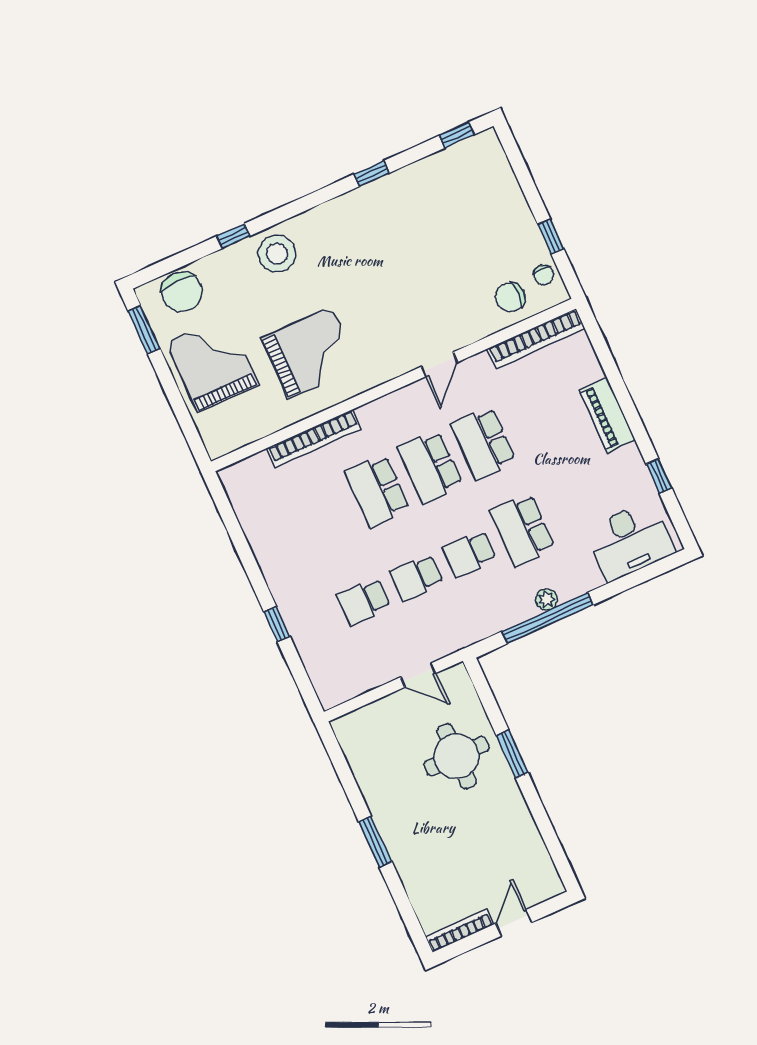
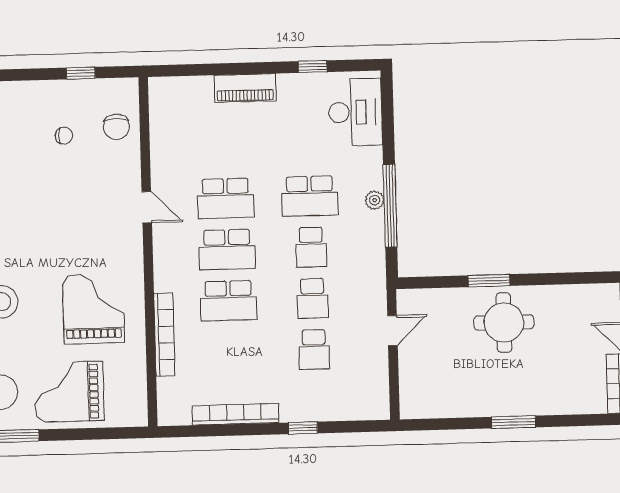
chair: (544, 275) -> (64, 136), moved
bookcase: (536, 339) -> (235, 414), moved, turned -90
round table: (457, 756) -> (504, 322), moved

